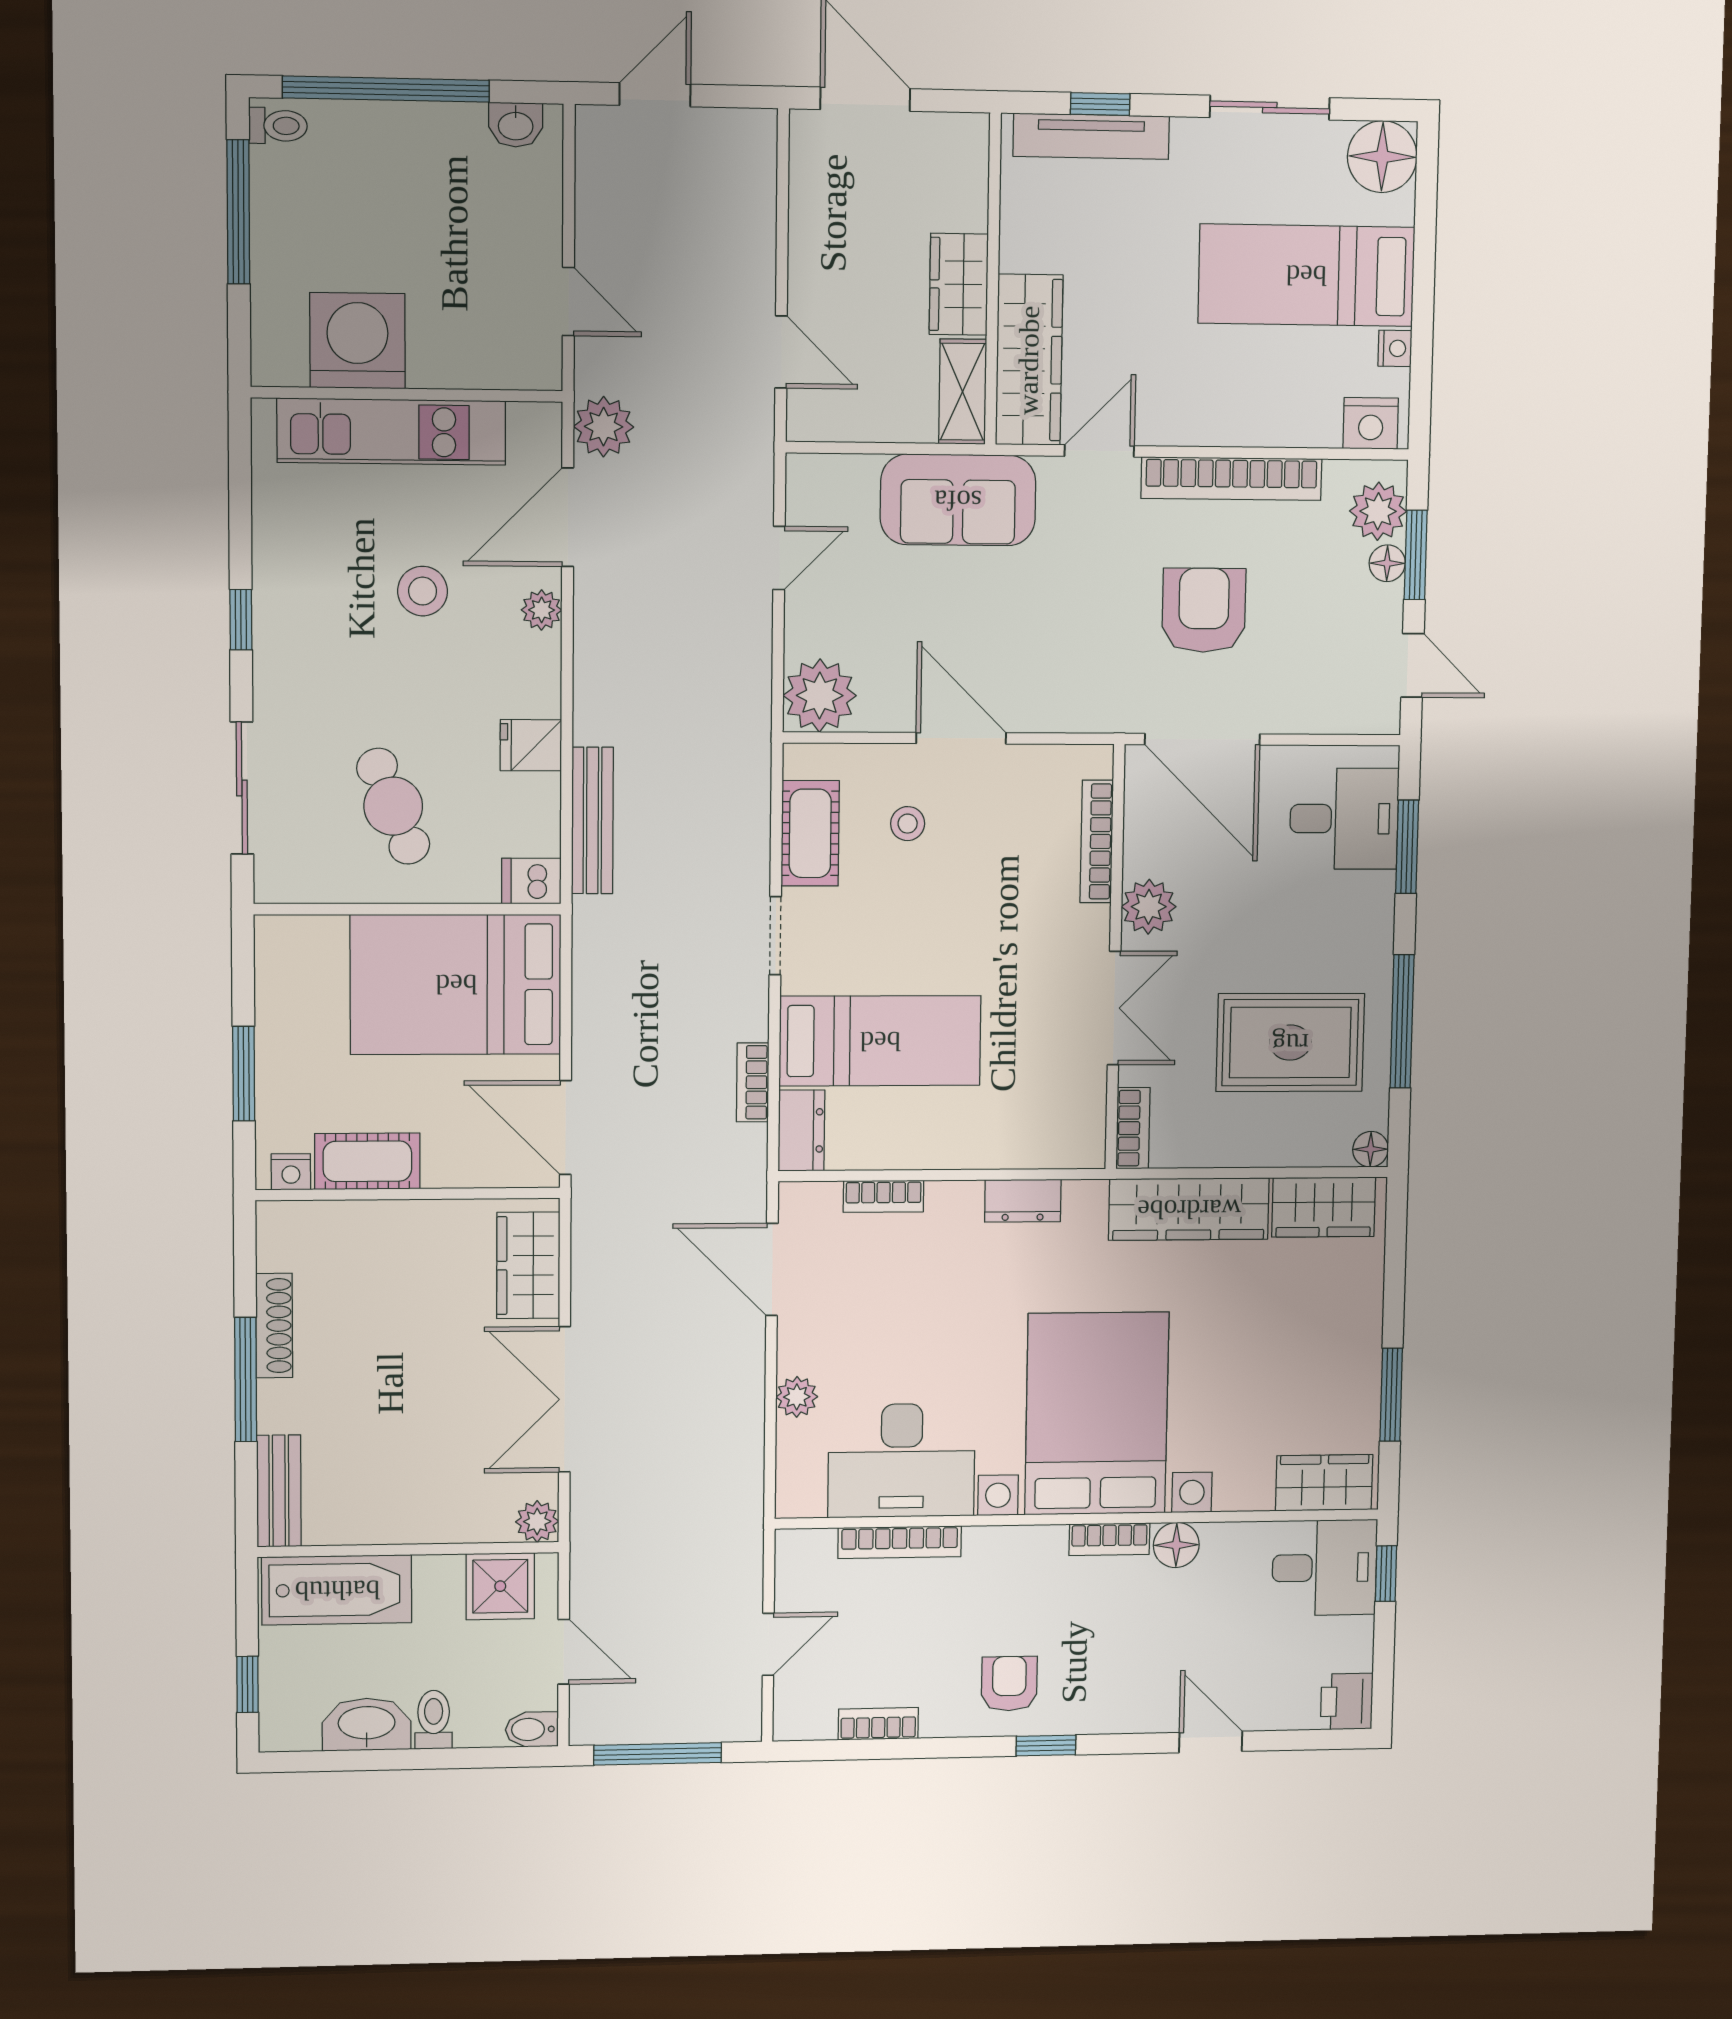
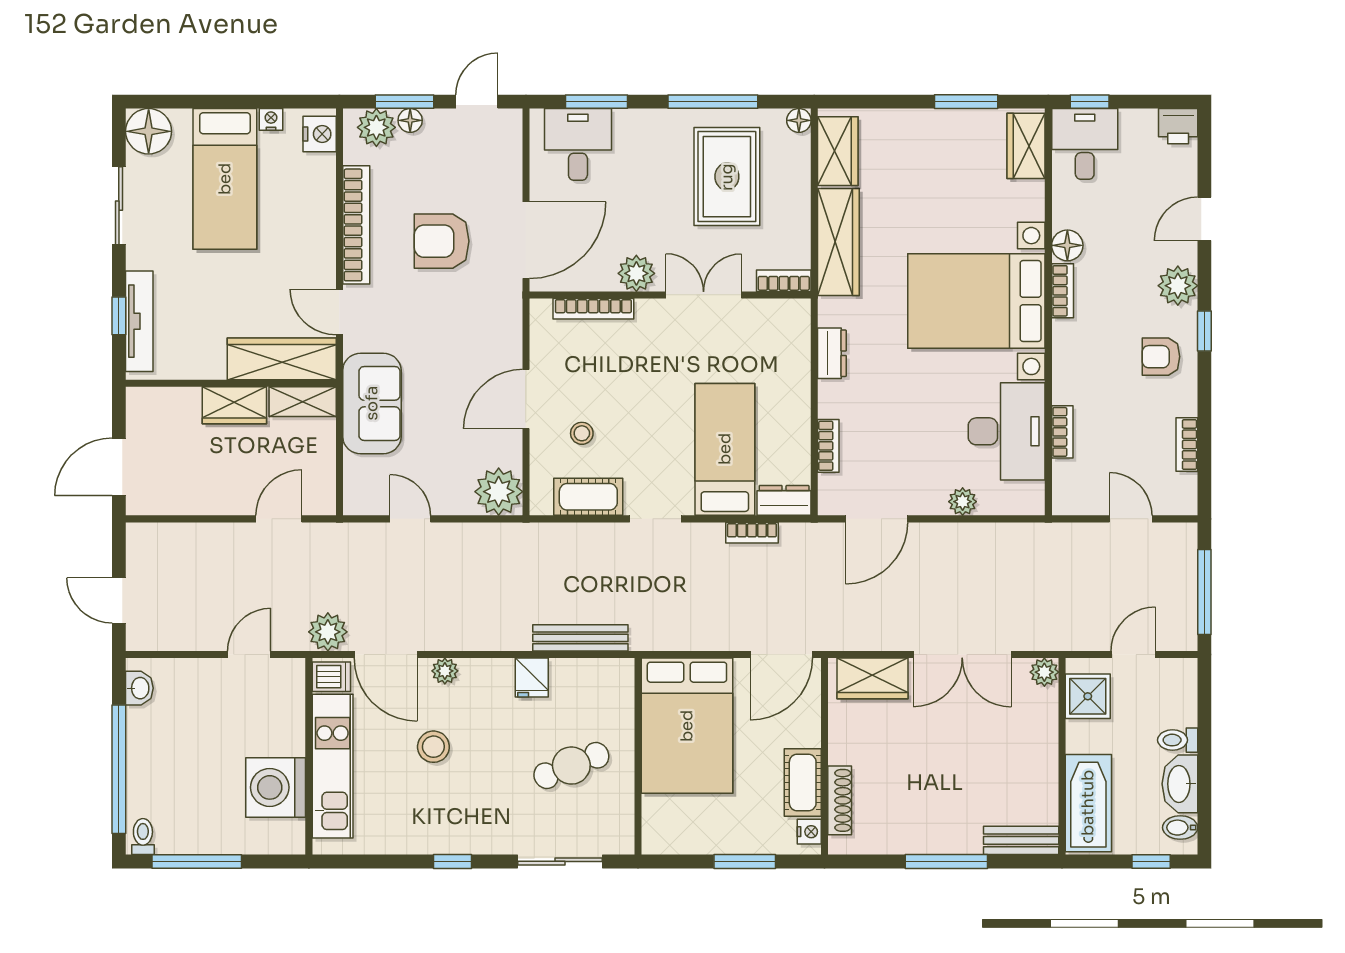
dishwasher: (531, 881) -> (331, 677), moved, turned -90
shoe rack: (274, 1326) -> (840, 800), moved, turned 90
bookcase: (900, 1542) -> (1062, 432), width x0.64
plant: (1114, 1706) -> (1178, 286), added
bidet: (532, 1729) -> (1180, 828), moved, turned 90

